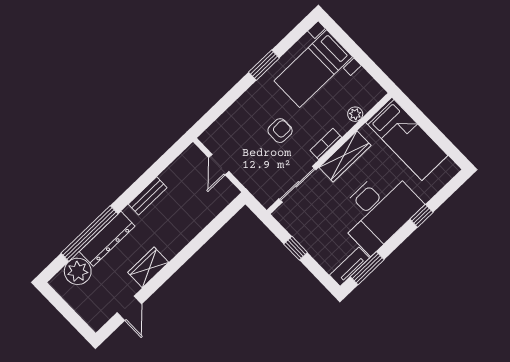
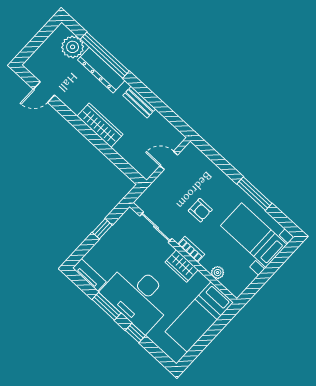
window: (264, 65) -> (254, 194), width x1.44
wardrobe: (345, 156) -> (182, 266), width x0.67
wardrobe: (148, 267) -> (100, 125), moved, width x1.50
window: (367, 268) -> (107, 306), moved

